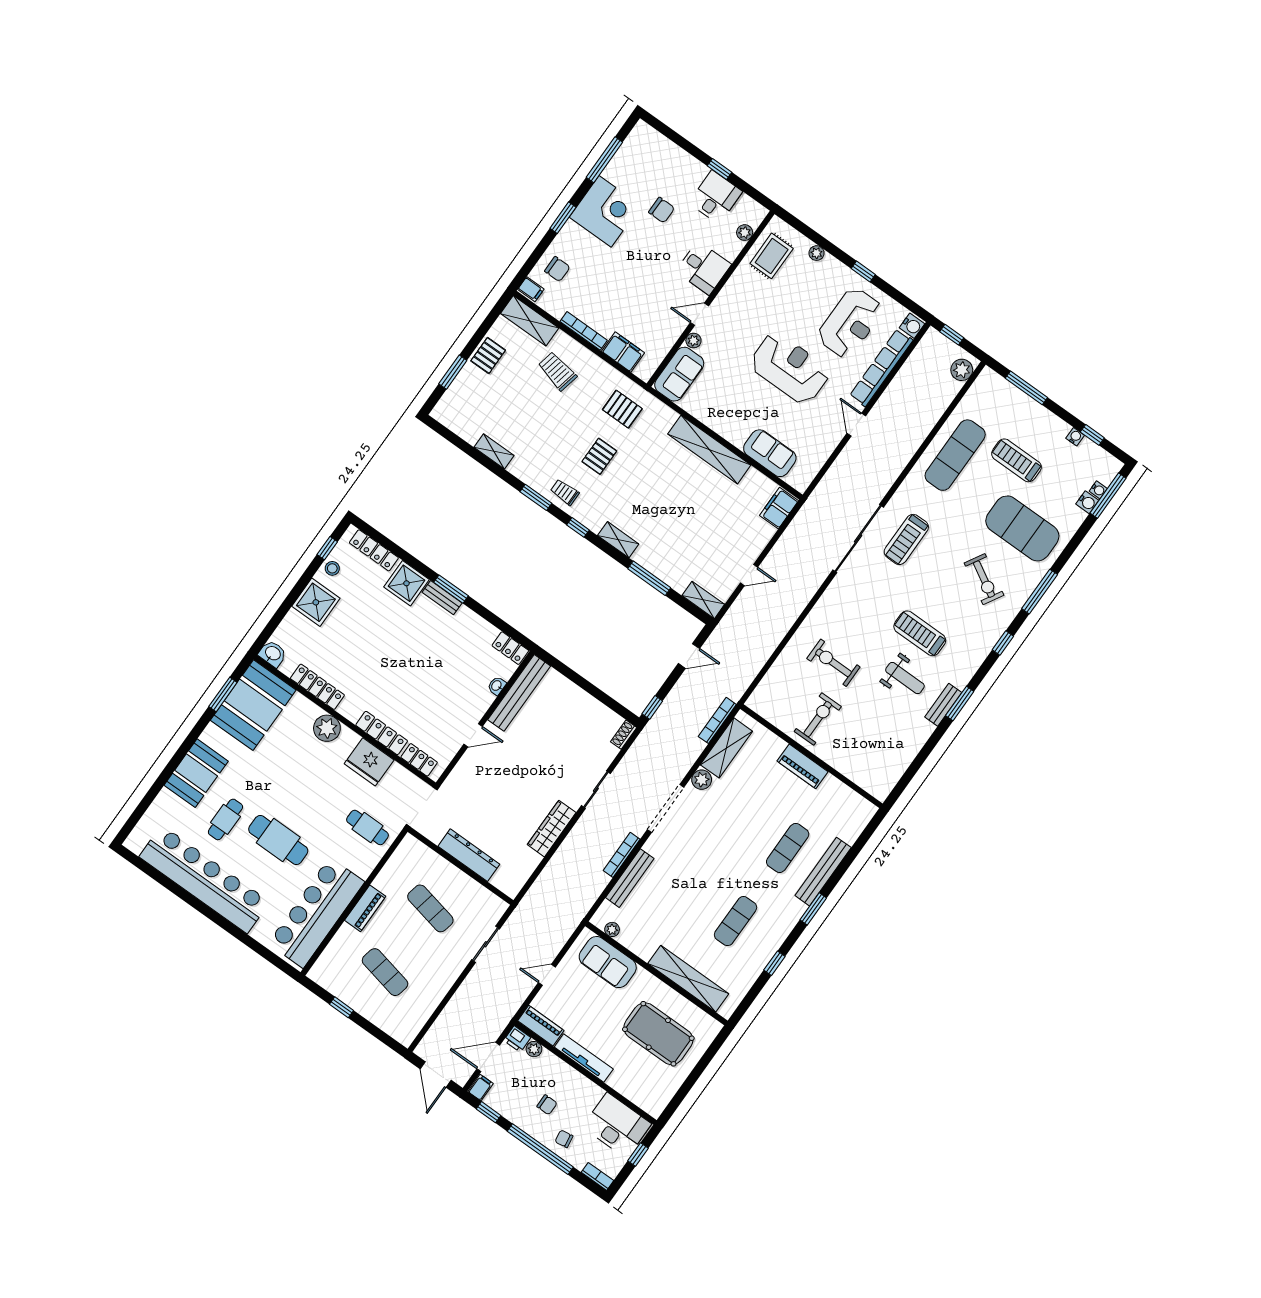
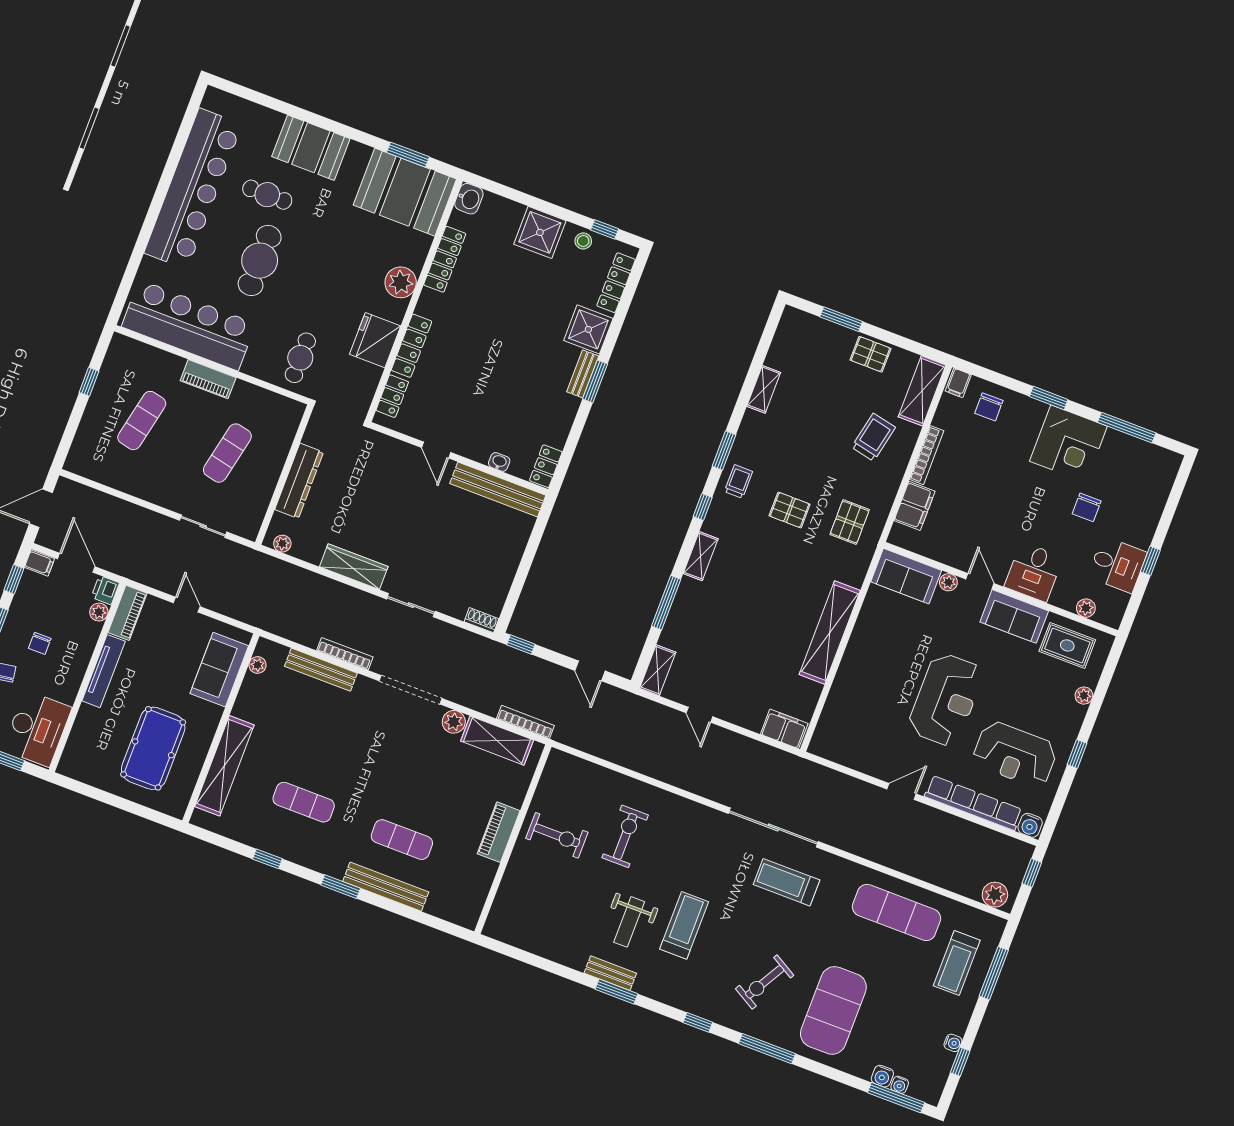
sofa: (770, 453) -> (1014, 616), moved, turned 90
treadmill: (1016, 460) -> (957, 963), moved, turned 180
plant: (517, 883) -> (282, 544), added

